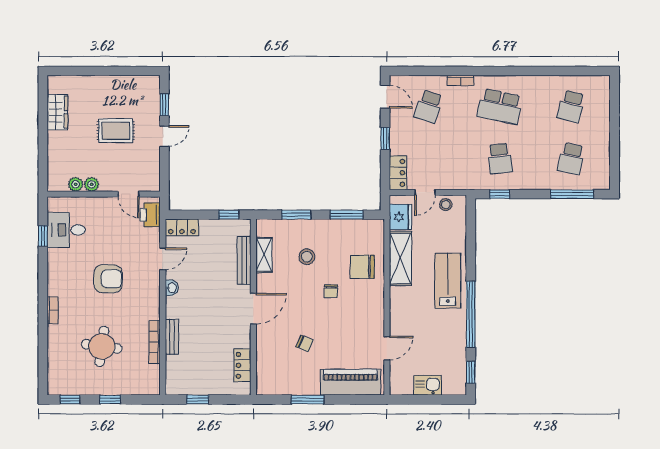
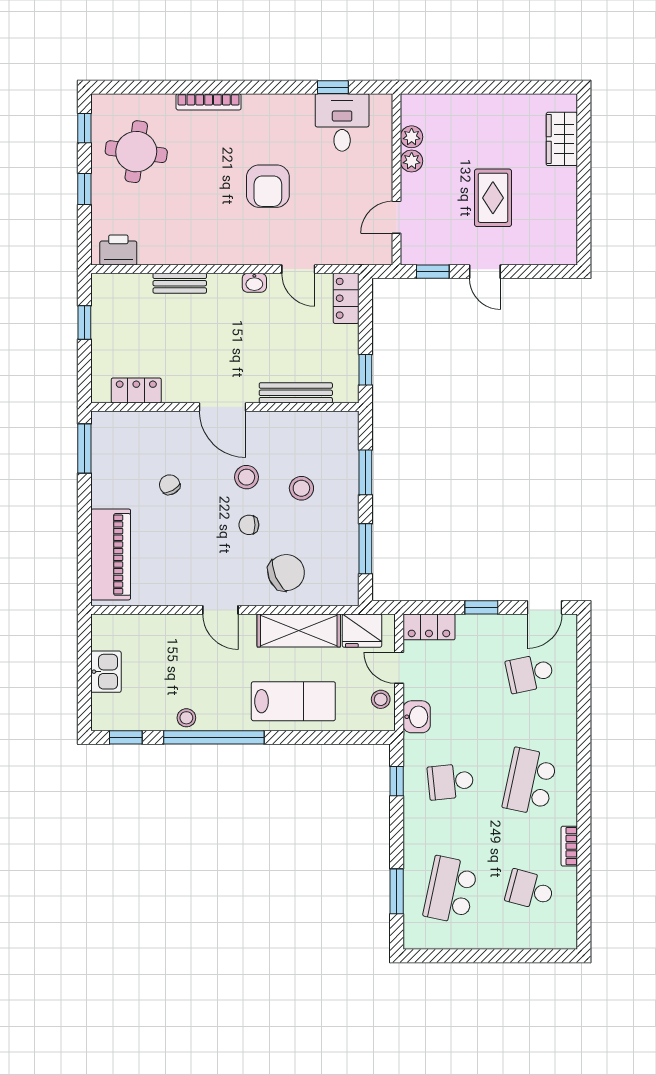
bookcase: (461, 81) -> (569, 846), moved
window: (164, 105) -> (433, 272), moved
school desk: (429, 106) -> (530, 673), turned -30
wardrobe: (57, 112) -> (562, 139), moved, turned 90
school desk: (571, 159) -> (451, 890), width x1.85
washbasin: (457, 181) -> (417, 717), added
window: (572, 194) -> (397, 891), width x0.69
printer: (150, 215) -> (118, 250), moved
shelving: (264, 255) -> (304, 423), removed
chair: (362, 267) -> (286, 573), turned 66
lab bench: (448, 281) -> (293, 701), moved
stool: (300, 293) -> (246, 477), added
bookcase: (53, 310) -> (209, 102), width x1.56
stool: (458, 332) -> (186, 718), added
bookcase: (155, 342) -> (172, 257), removed
chair: (305, 343) -> (170, 485), turned 128
round table: (102, 346) -> (136, 152), moved
door: (387, 348) -> (220, 610), moved
window: (308, 400) -> (84, 448), moved

